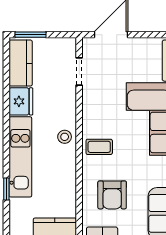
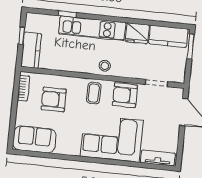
armchair: (98, 109) -> (125, 95), added

